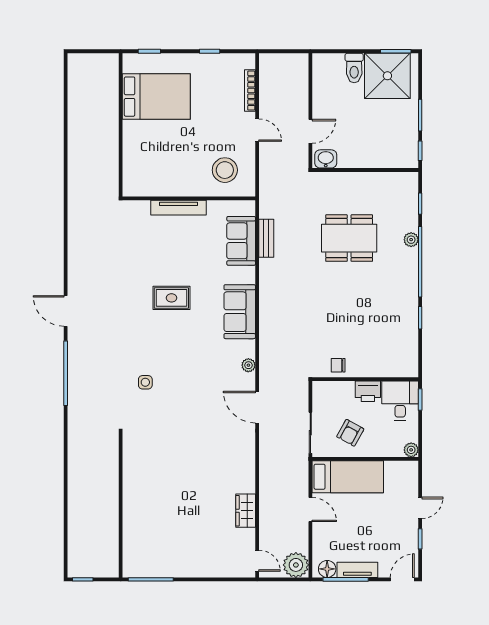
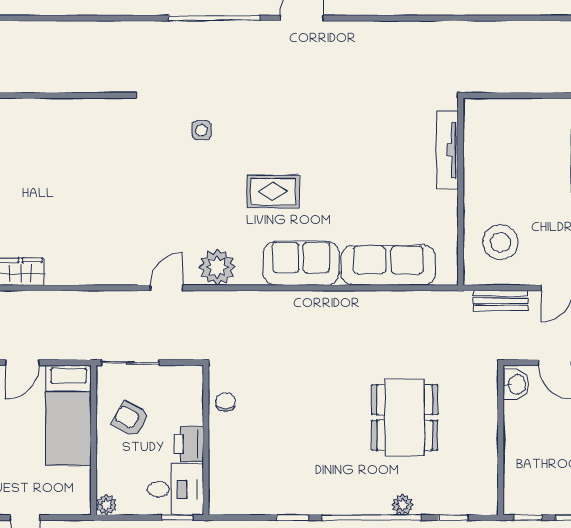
tv unit: (178, 208) -> (448, 150), moved
bench: (266, 238) -> (501, 301), moved
sofa: (241, 241) -> (388, 265), width x1.36
rug: (171, 298) -> (273, 192), moved, turned 90
plant: (248, 365) -> (217, 267), width x1.87, depth x1.87
door: (257, 407) -> (167, 288), width x0.73

